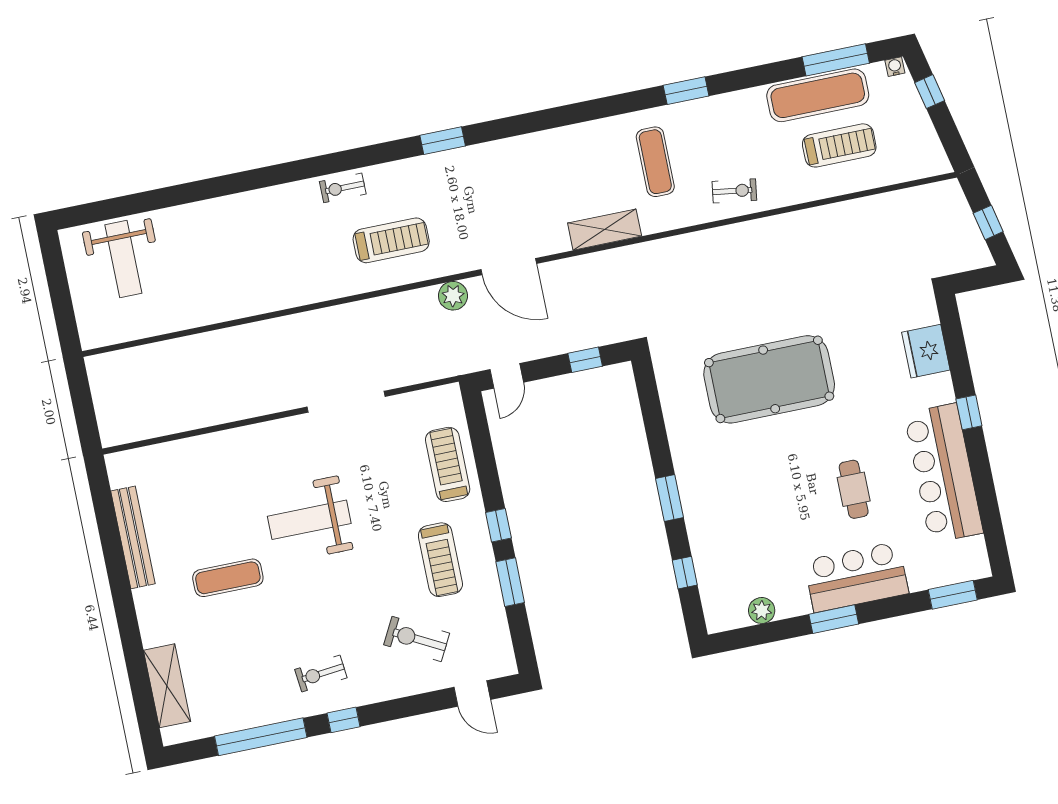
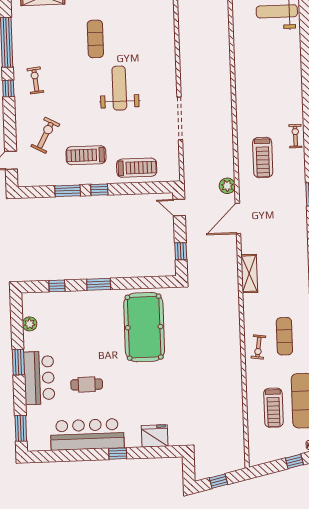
exercise mat: (655, 162) -> (284, 336), moved, turned 90
pool table: (769, 379) -> (144, 327), moved

